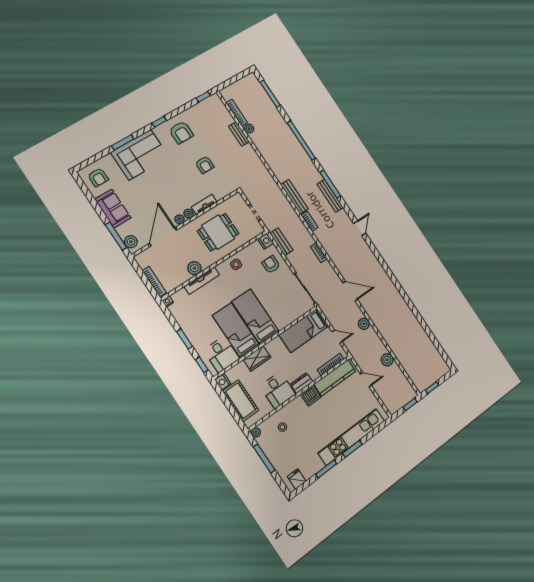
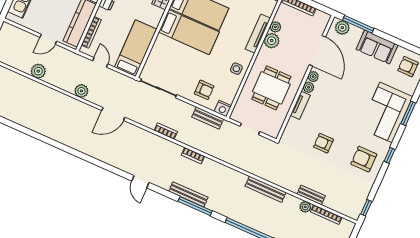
bench: (294, 197) -> (266, 189), moved
plant: (184, 277) -> (275, 27), added
door: (337, 337) -> (100, 62), swing flipped

